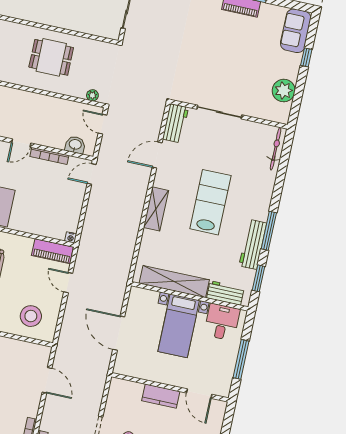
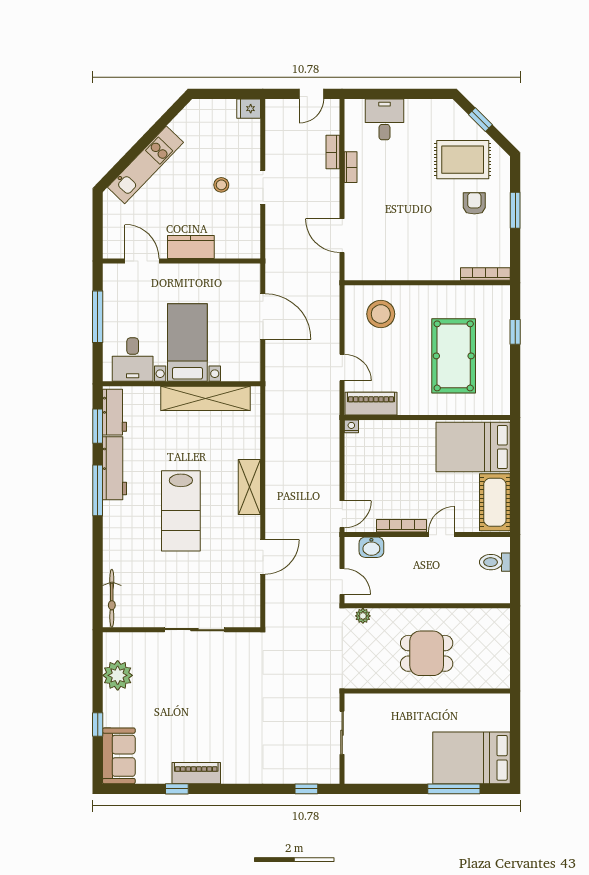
workbench: (175, 123) -> (248, 603), removed
workbench: (225, 293) -> (114, 412), moved, turned -90

